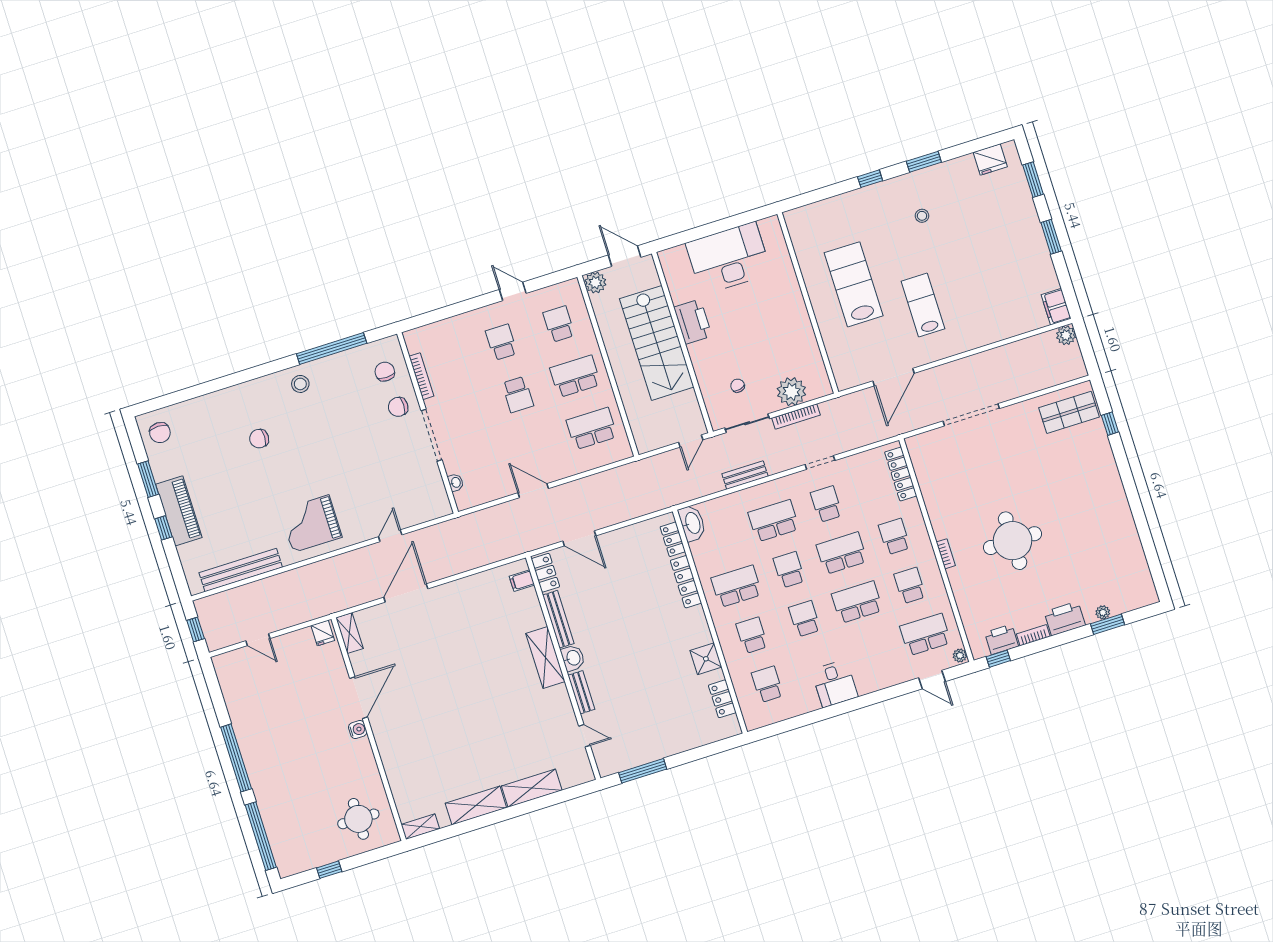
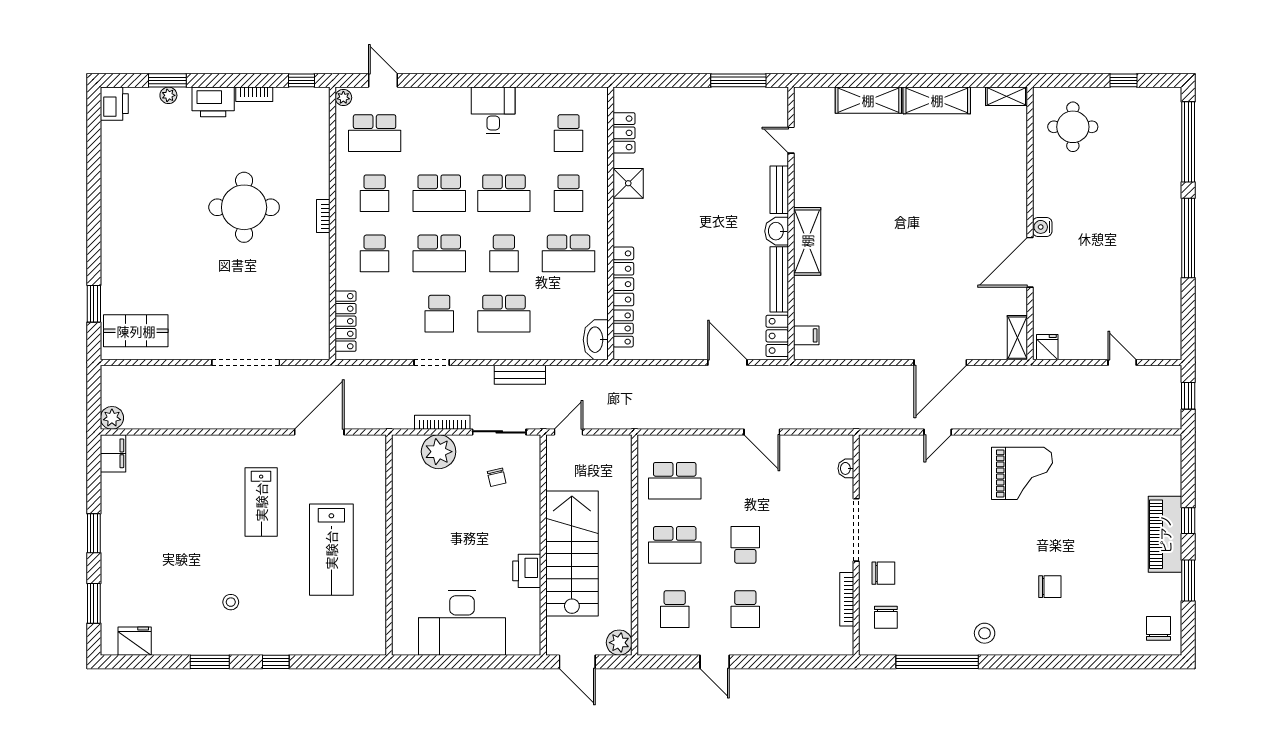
printer: (693, 322) -> (527, 571), width x0.73, depth x0.84
window: (1110, 424) -> (94, 304), width x1.50
bench: (241, 570) -> (1117, 446), removed
school desk: (805, 619) -> (504, 193), width x1.85
printer: (1002, 639) -> (114, 104), moved, turned -90

